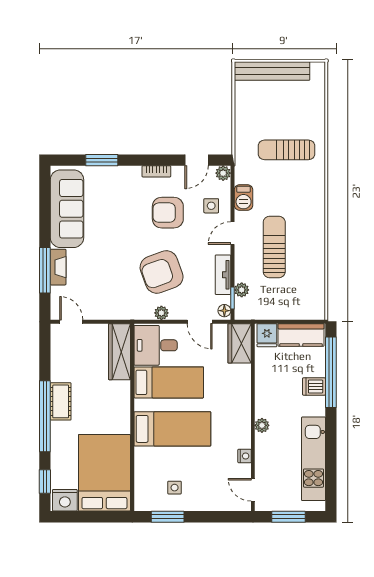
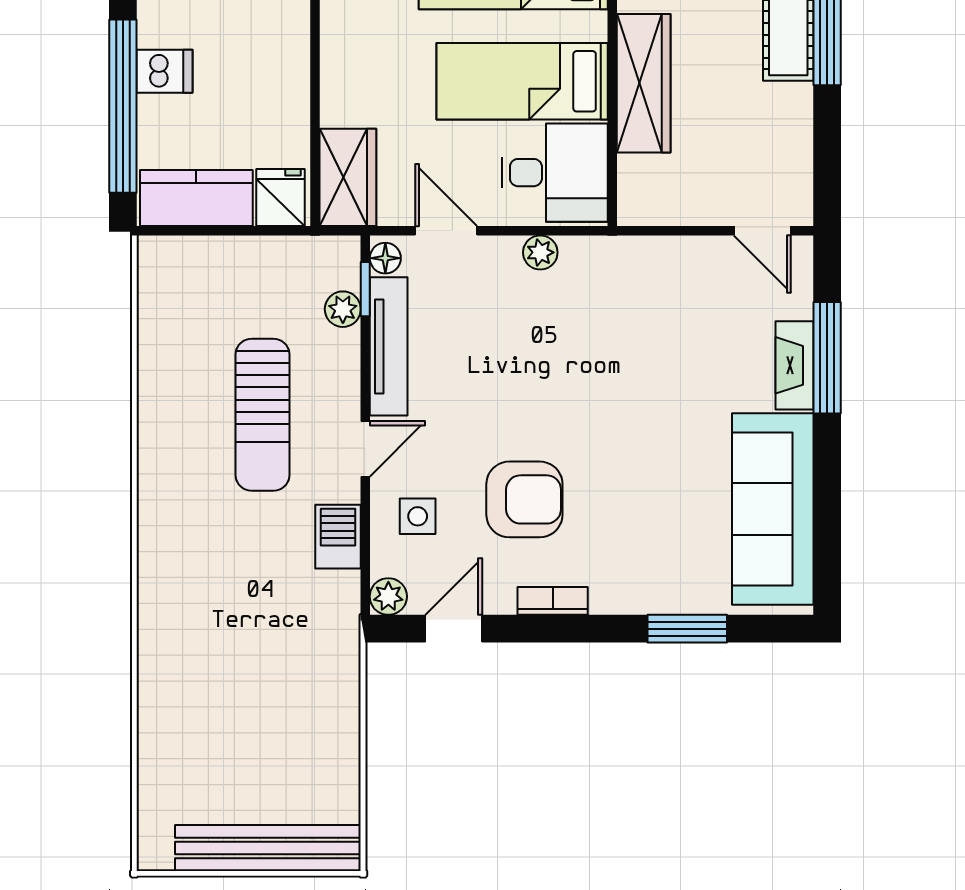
sun lounger: (287, 150) -> (232, 654), removed
armchair: (162, 272) -> (540, 353), removed
tv unit: (223, 275) -> (389, 346), width x1.41
wardrobe: (119, 352) -> (644, 83), moved

